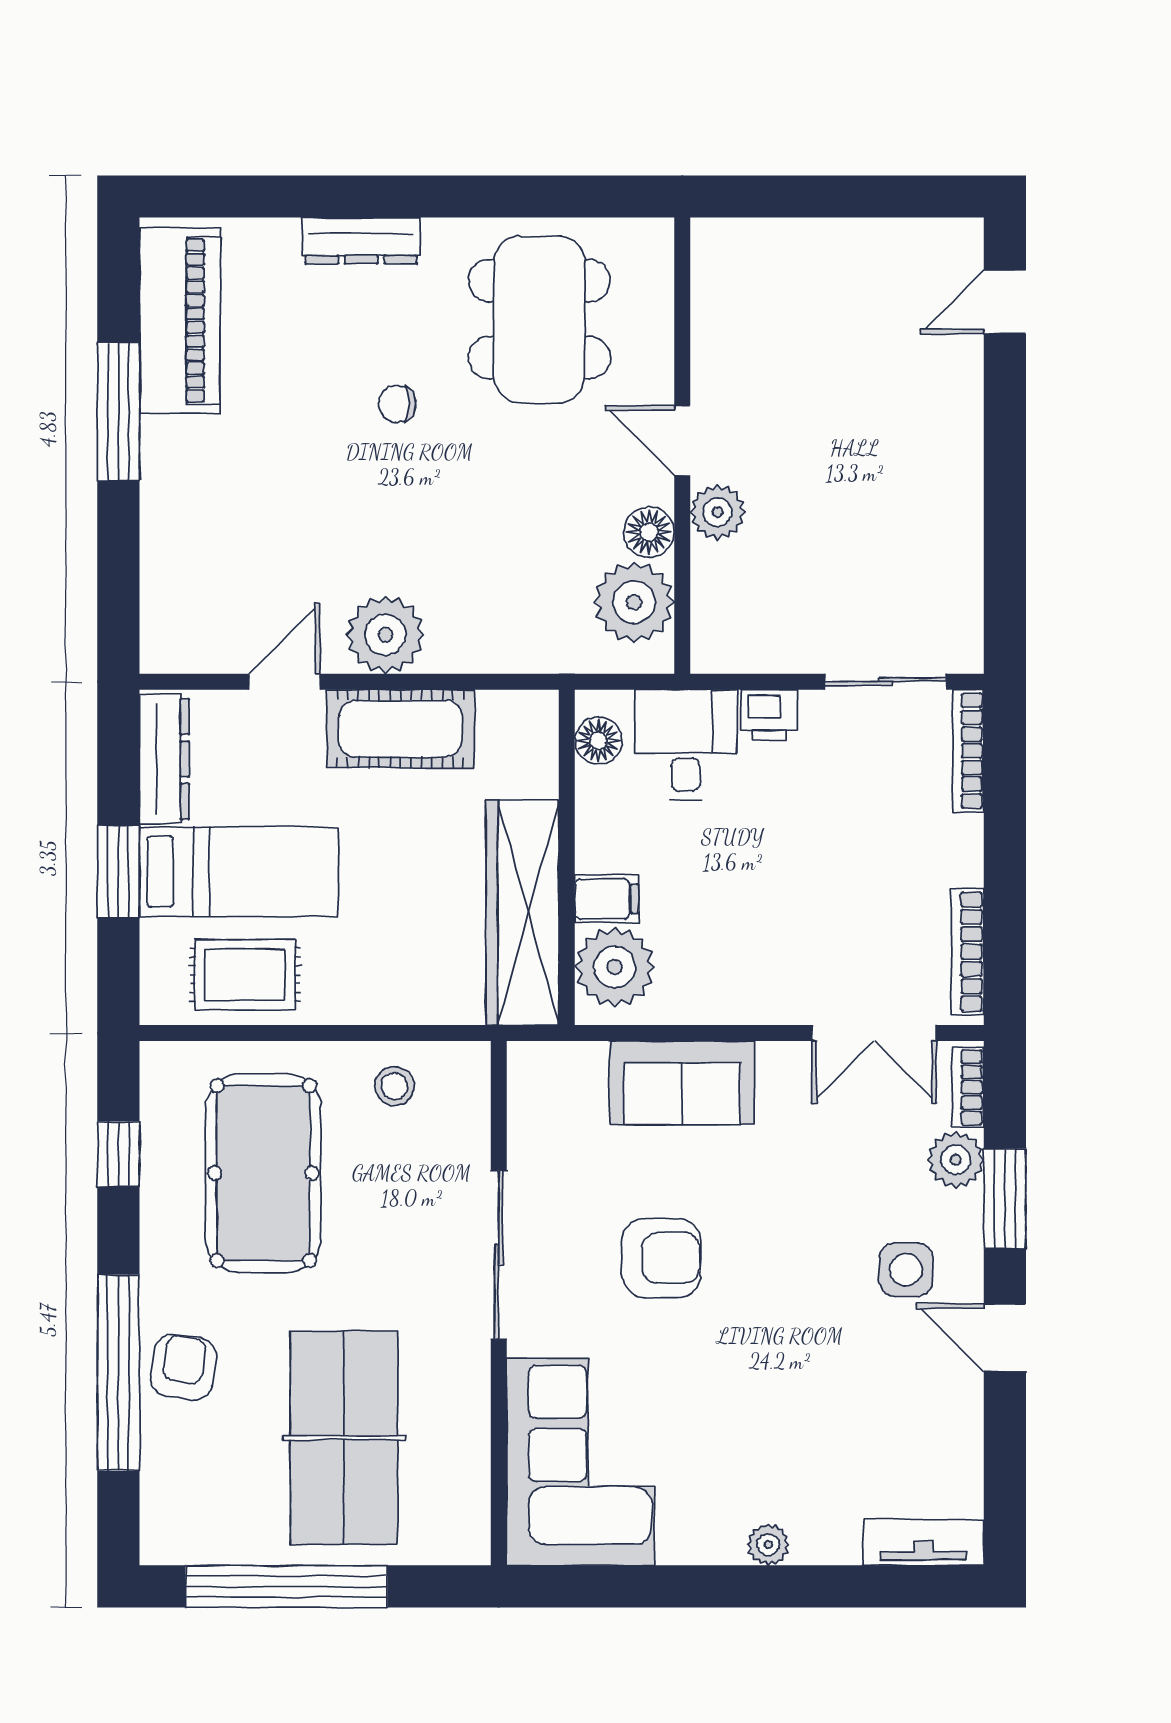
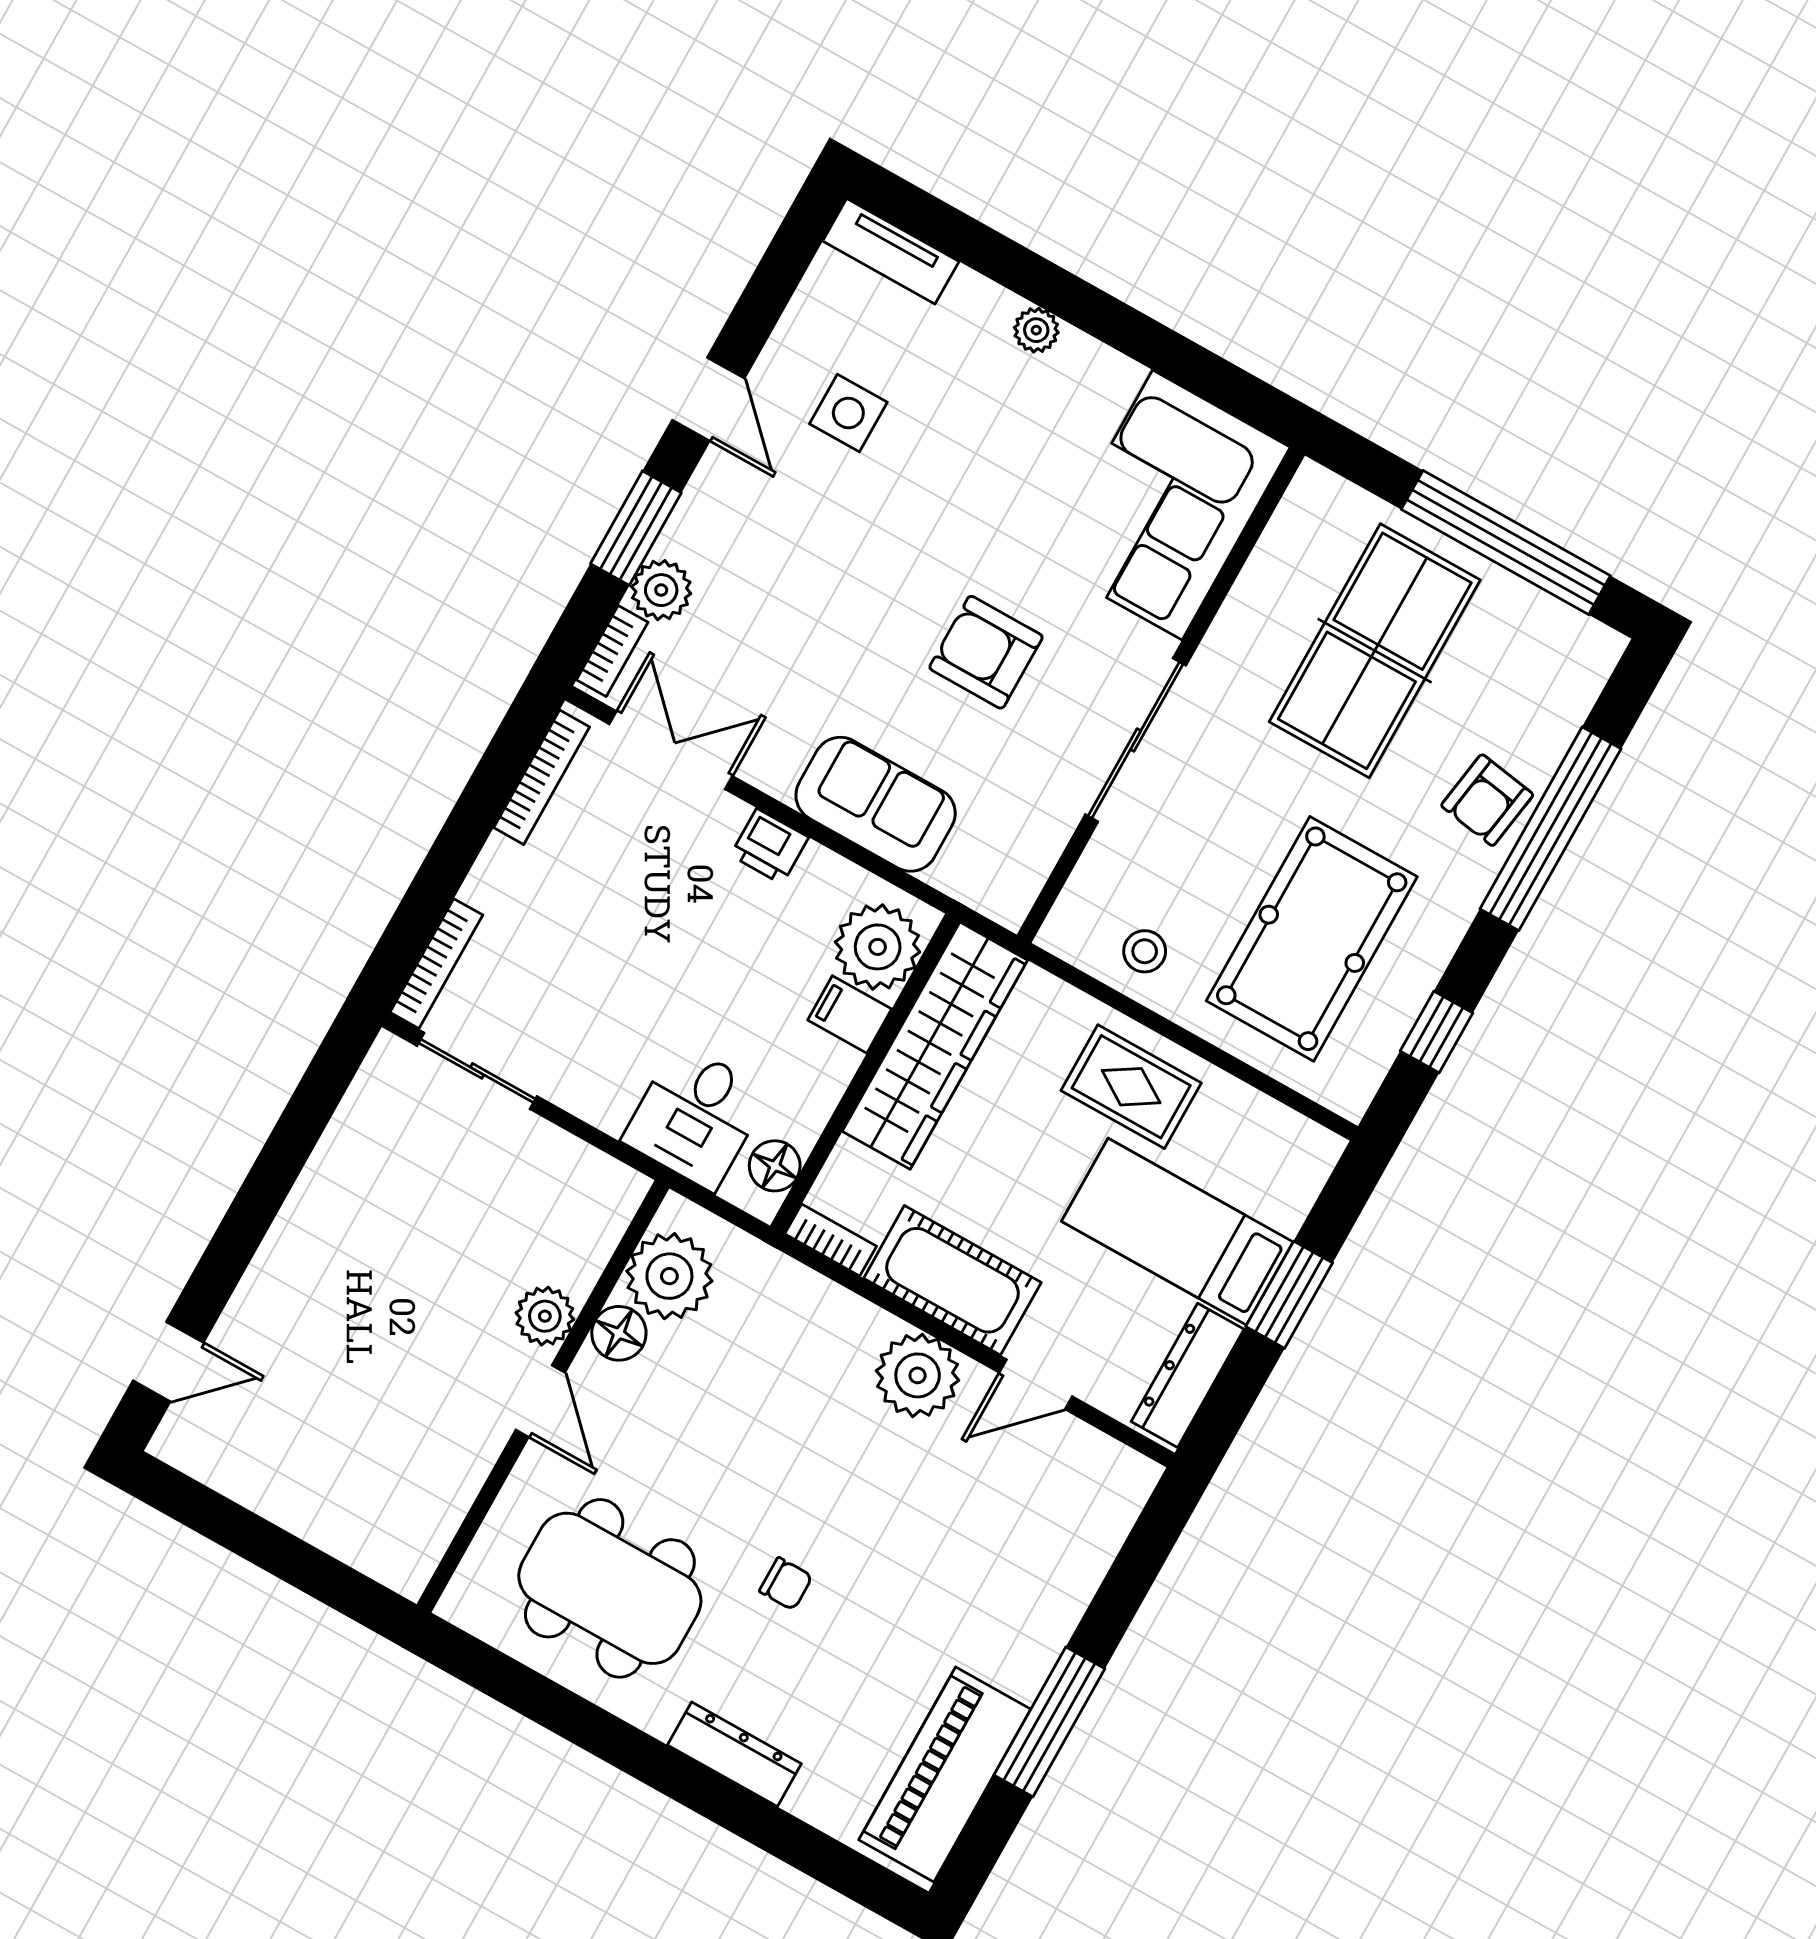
dining table: (539, 319) -> (610, 1588), turned 90
bookcase: (519, 706) -> (831, 1240), added
printer: (769, 715) -> (769, 846), moved, turned 180
rug: (245, 975) -> (1131, 1087), moved
side table: (906, 1270) -> (848, 413), moved

